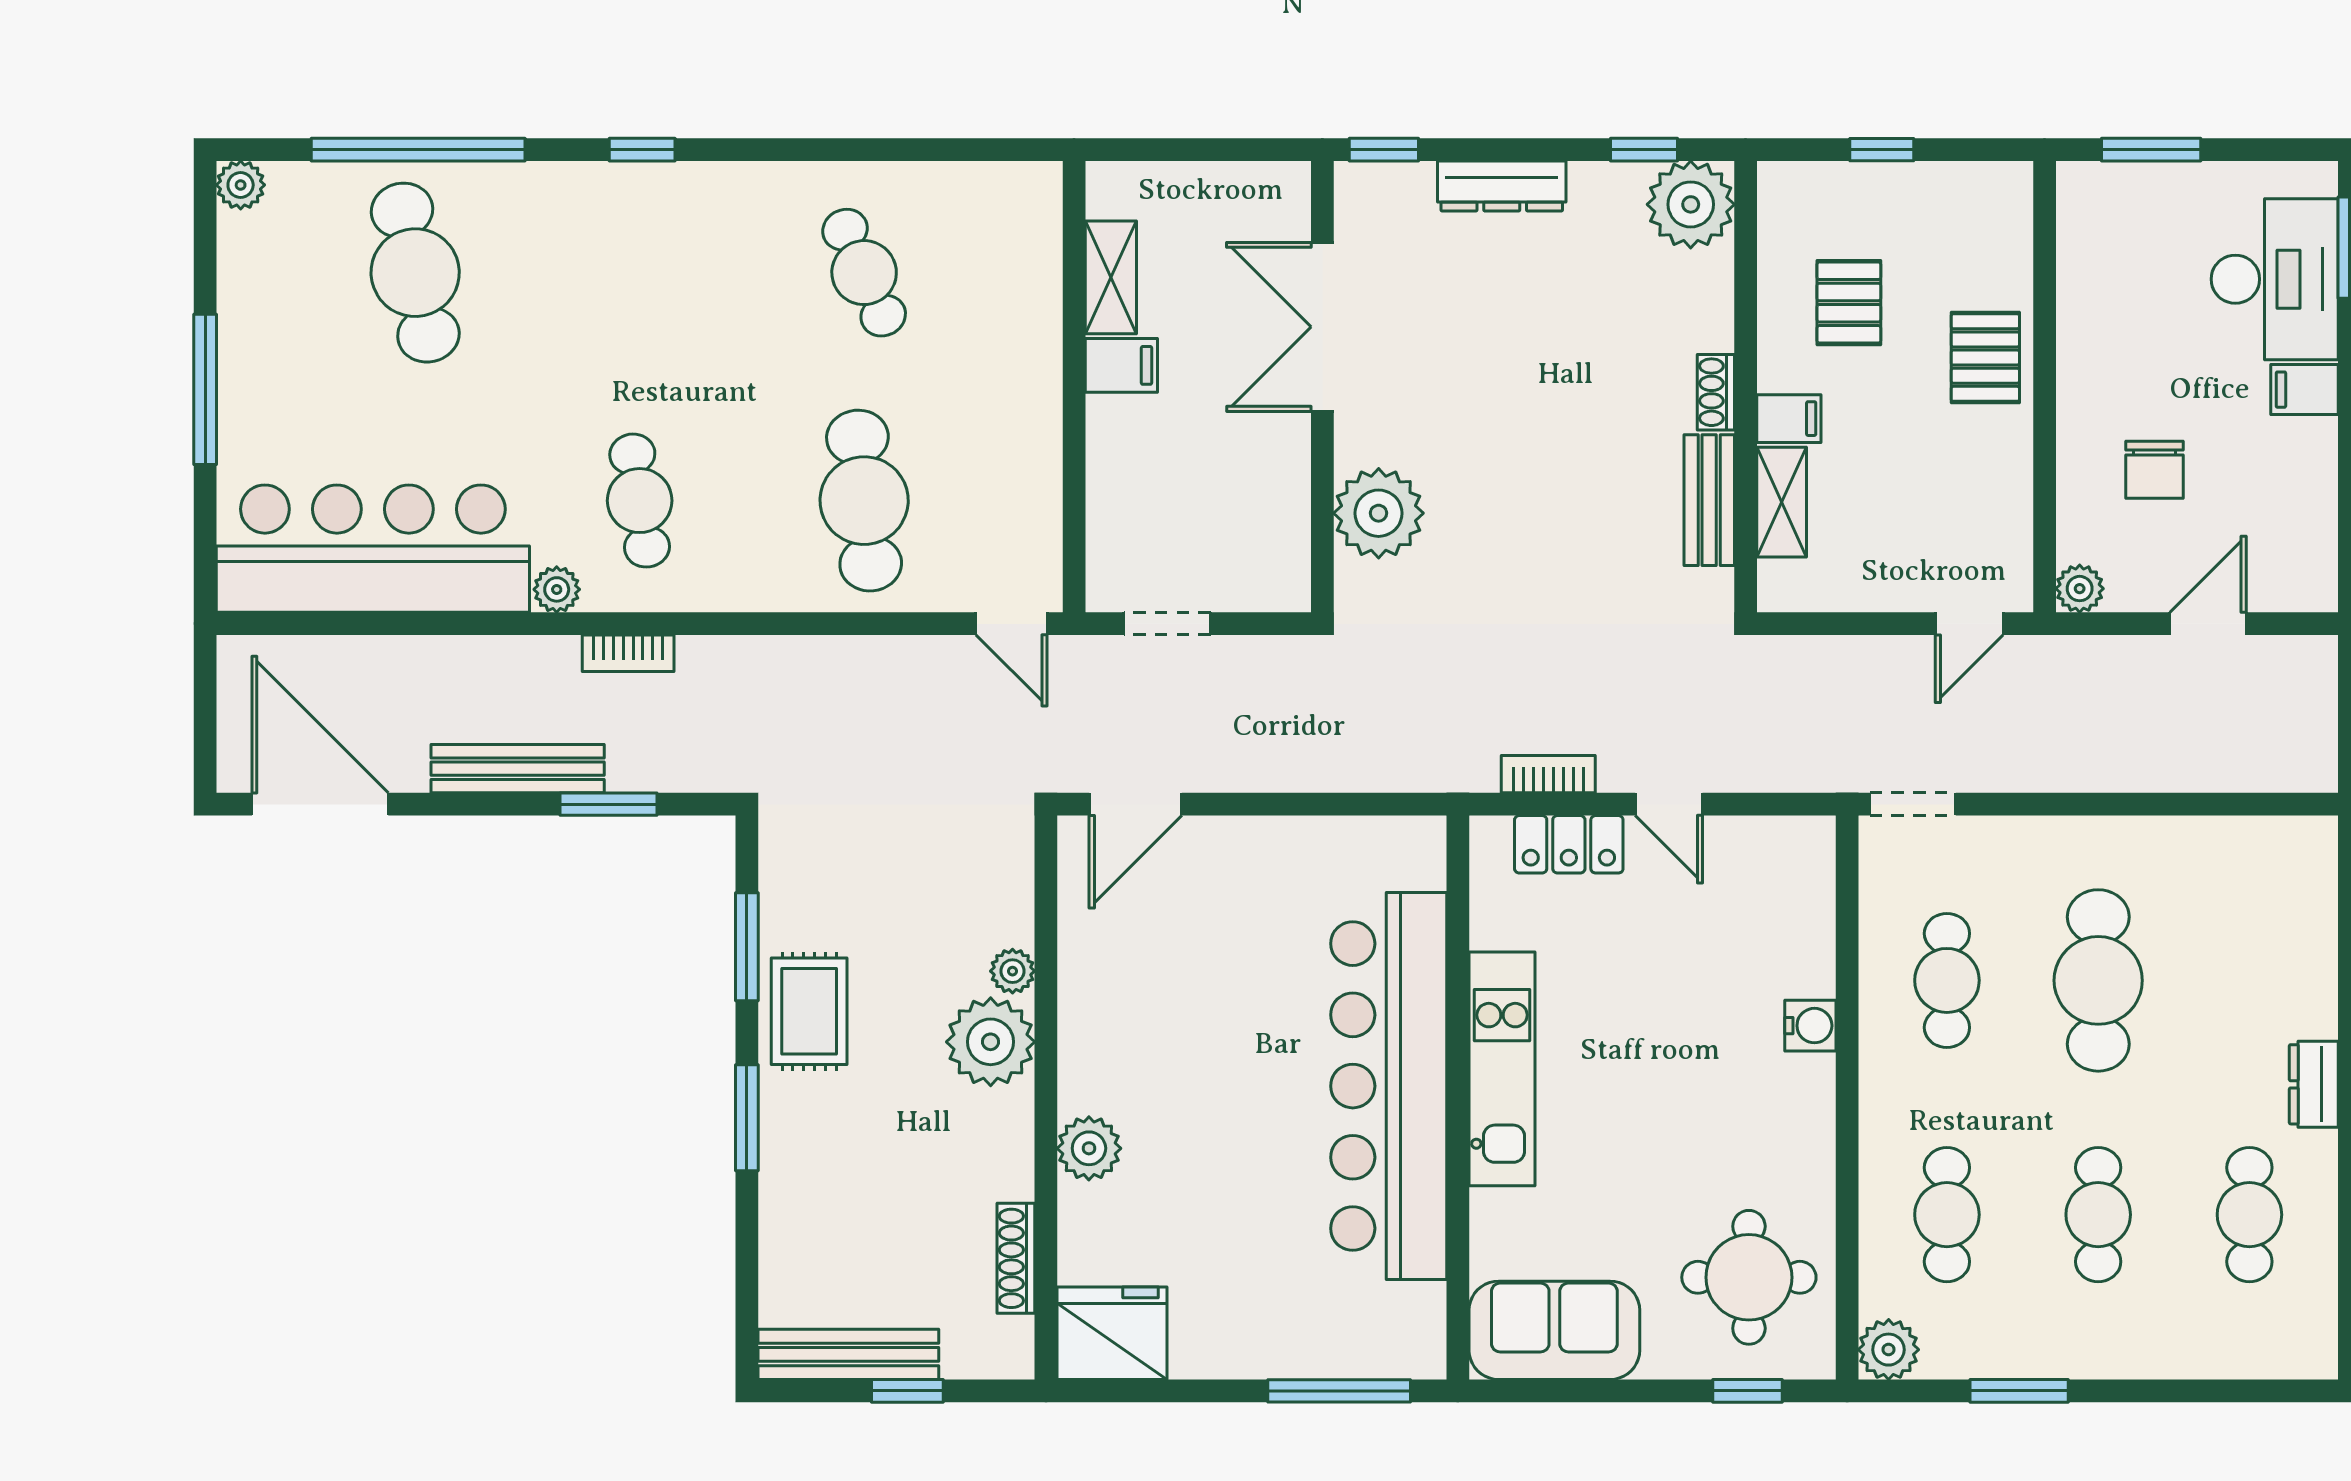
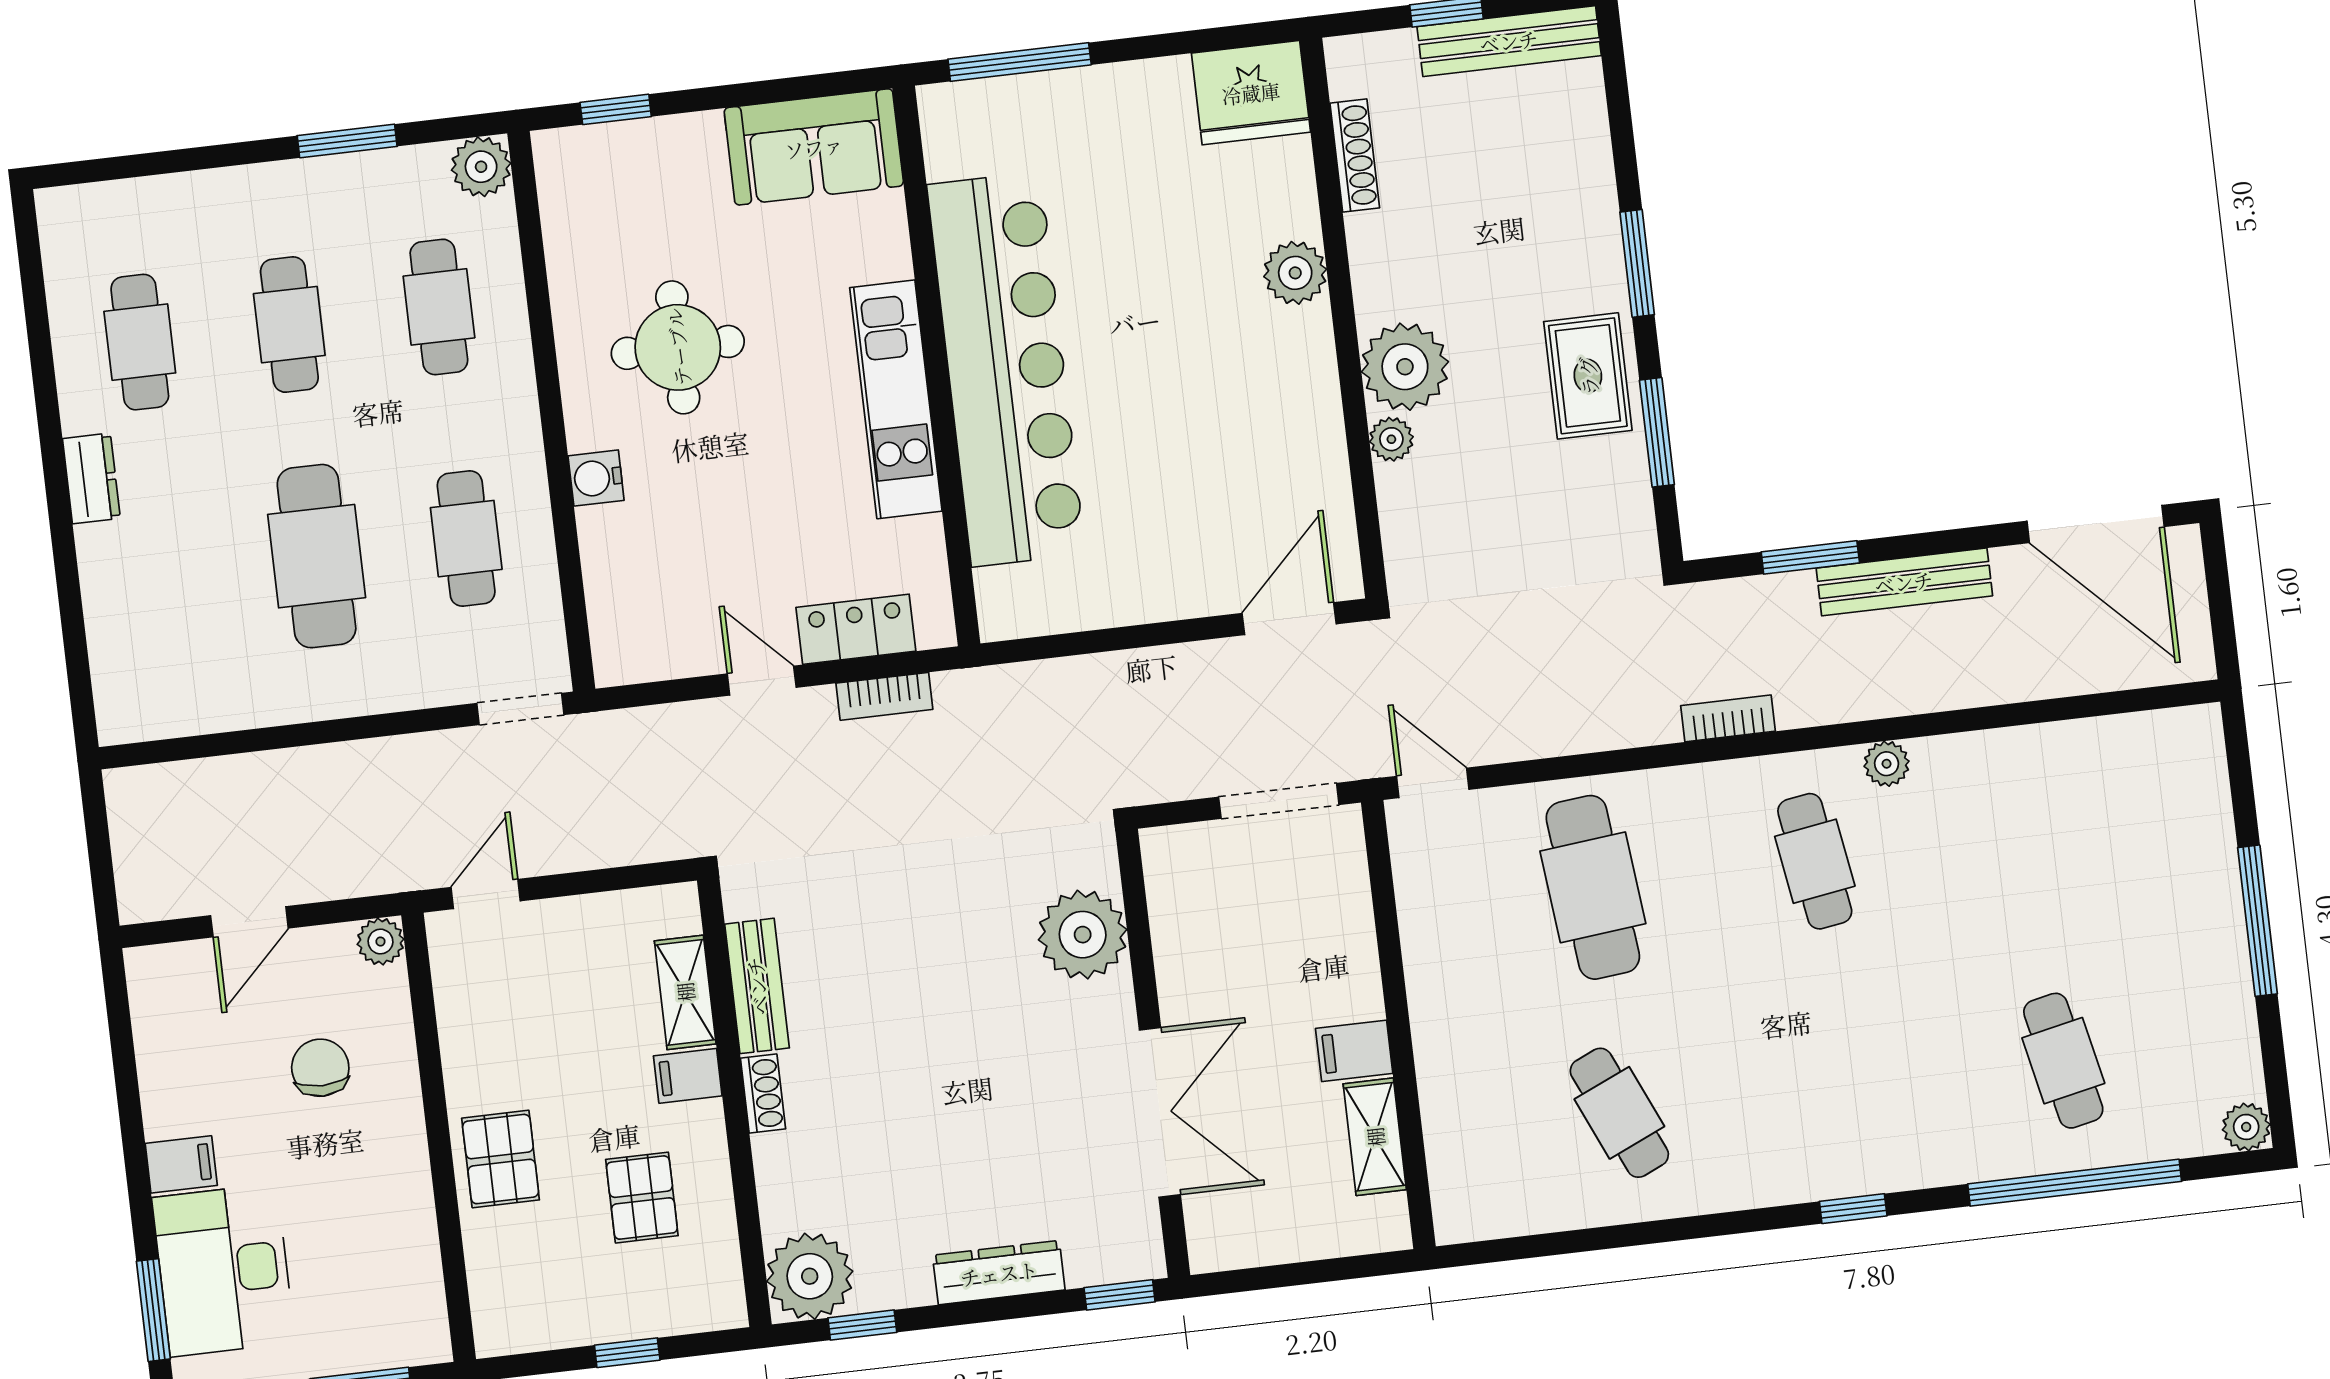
cafe table: (415, 273) -> (2063, 1061), width x0.73, depth x0.74
bar counter: (373, 549) -> (2073, 783), removed
doorway: (1167, 624) -> (1279, 801), width x1.38
bookcase: (628, 653) -> (1728, 718), moved
round table: (1749, 1277) -> (678, 347), moved

